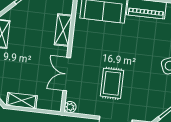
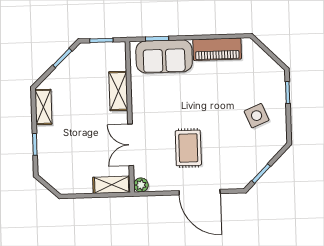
shelving: (22, 101) -> (112, 185), moved

